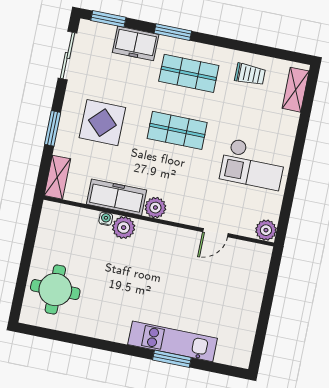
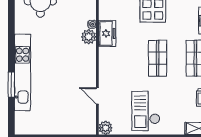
freezer: (116, 197) -> (107, 33), width x0.71
plant: (155, 208) -> (106, 54), removed
kitchen unit: (173, 341) -> (23, 72), width x1.36

